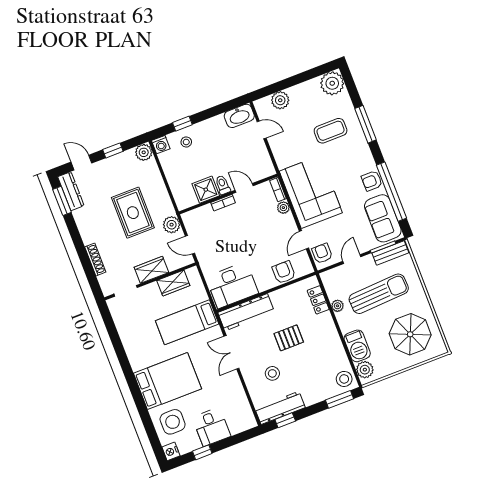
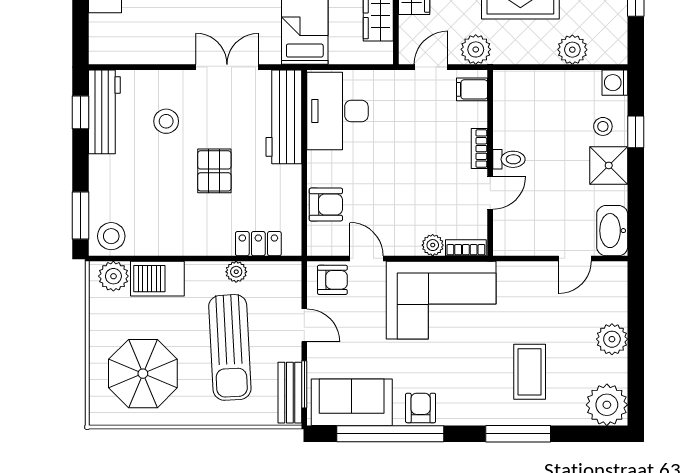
plant: (280, 100) -> (612, 339), moved
plant: (144, 152) -> (572, 50), moved
shower: (206, 190) -> (609, 165), moved
filing cabinet: (193, 218) -> (472, 89), added

